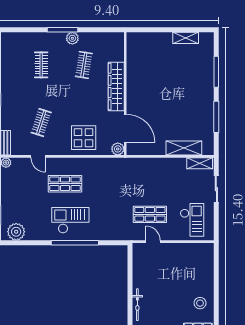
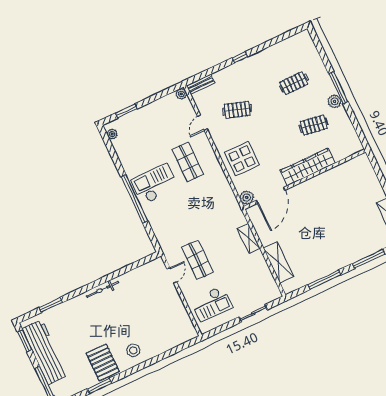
shelving: (200, 163) -> (249, 238), moved
checkout: (70, 220) -> (155, 184), turned -90
plant: (16, 232) -> (112, 134), width x0.53, depth x0.53

